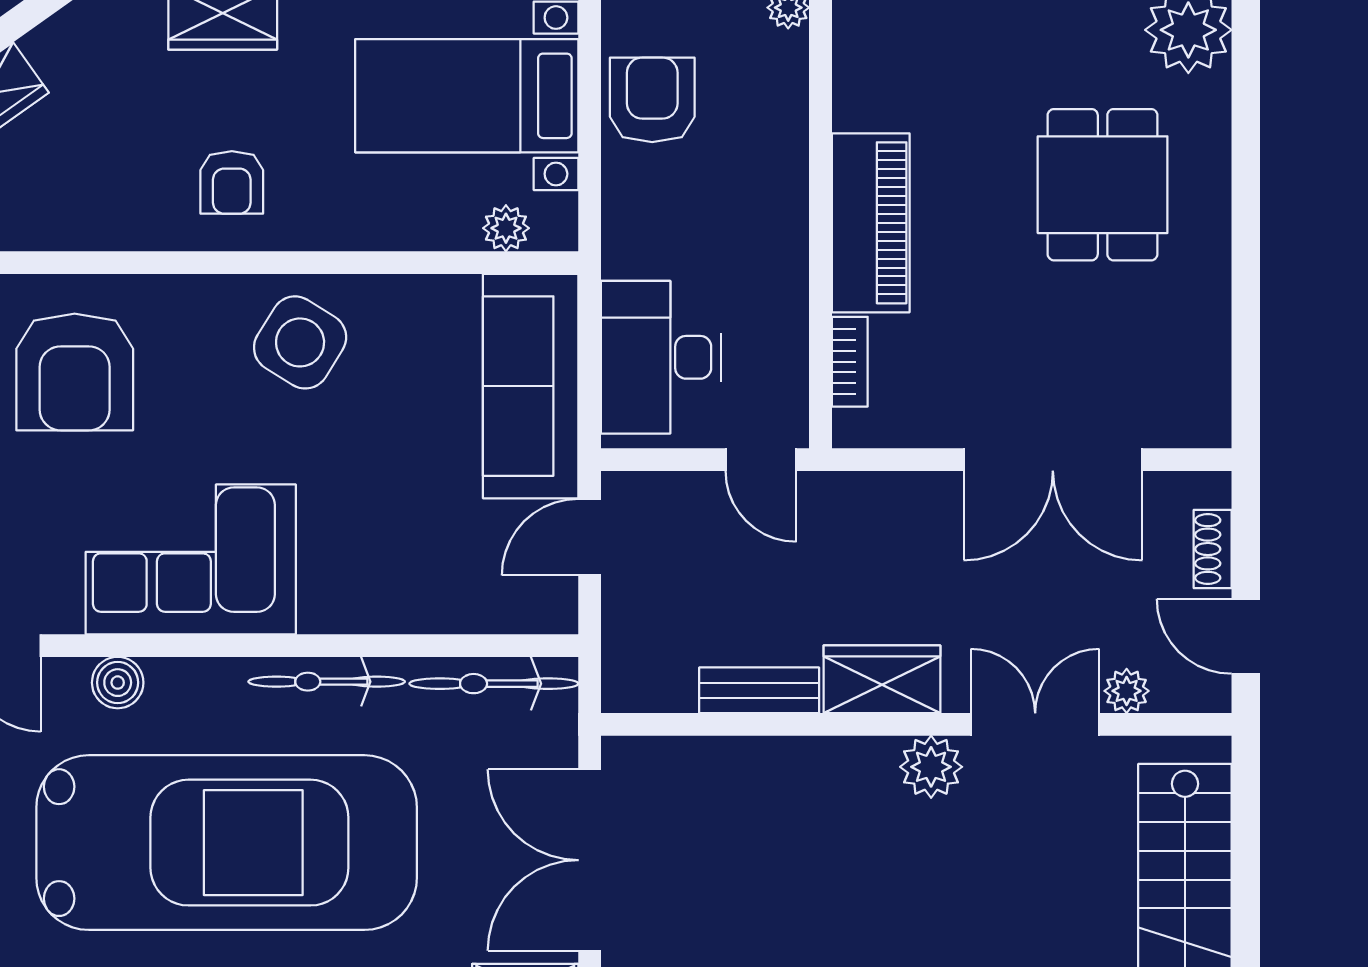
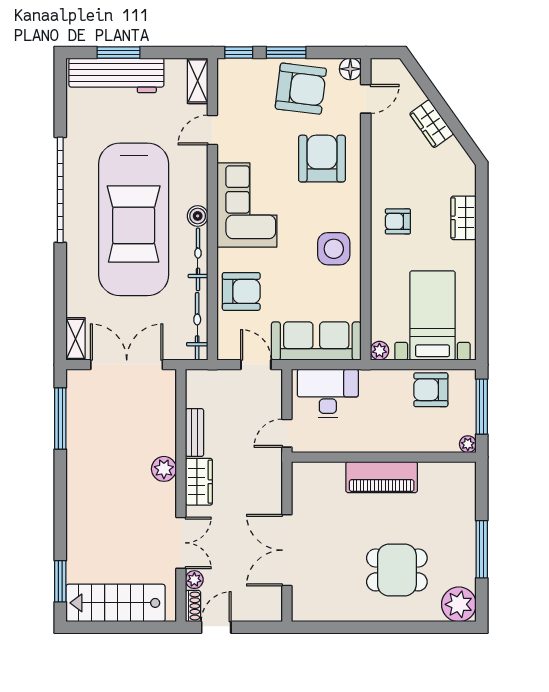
armchair: (652, 100) -> (431, 390), turned 180
plant: (506, 228) -> (379, 351), moved
side table: (300, 342) -> (334, 249), turned -32
bookcase: (850, 362) -> (326, 469), removed
armchair: (75, 372) -> (322, 159), turned 90
shoe rack: (1213, 549) -> (193, 606), moved, turned 90
armchair: (407, 574) -> (241, 291), added
boiler: (118, 683) -> (198, 216), moved
plant: (931, 767) -> (164, 469), moved

